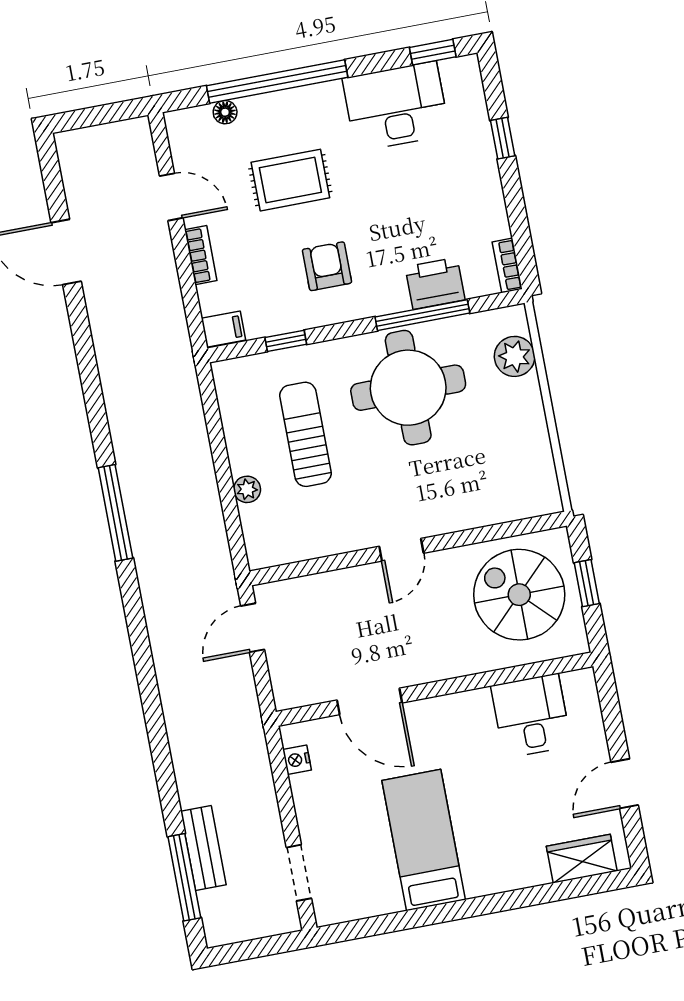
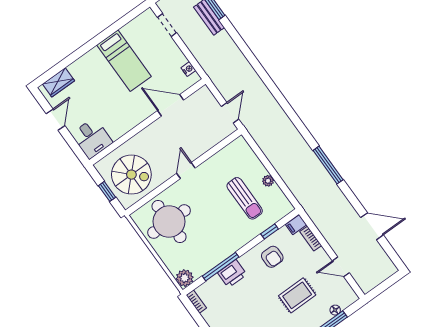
bookcase: (201, 255) -> (311, 239), moved
armchair: (327, 266) -> (272, 257), moved
printer: (435, 283) -> (232, 274), moved
plant: (515, 356) -> (185, 278), moved
round table: (408, 388) -> (169, 222), moved
plant: (247, 489) -> (268, 181), moved
window: (115, 513) -> (328, 165), moved
desk: (531, 716) -> (92, 138), moved

